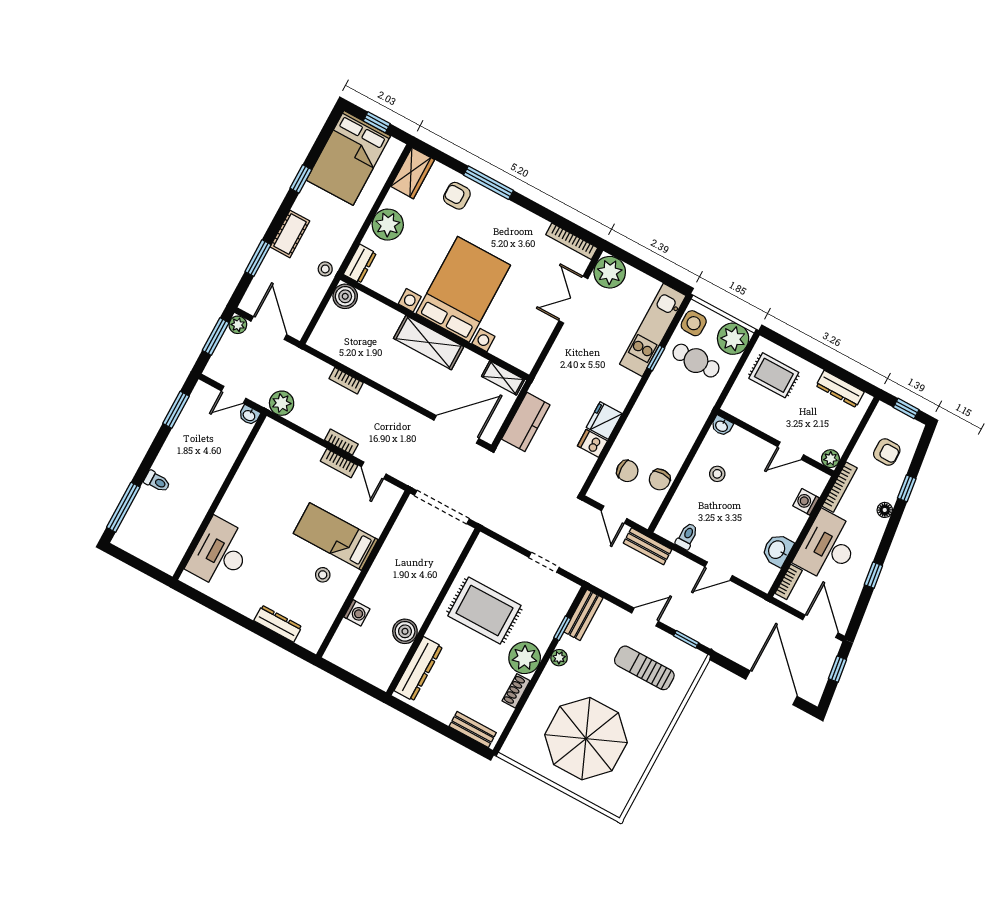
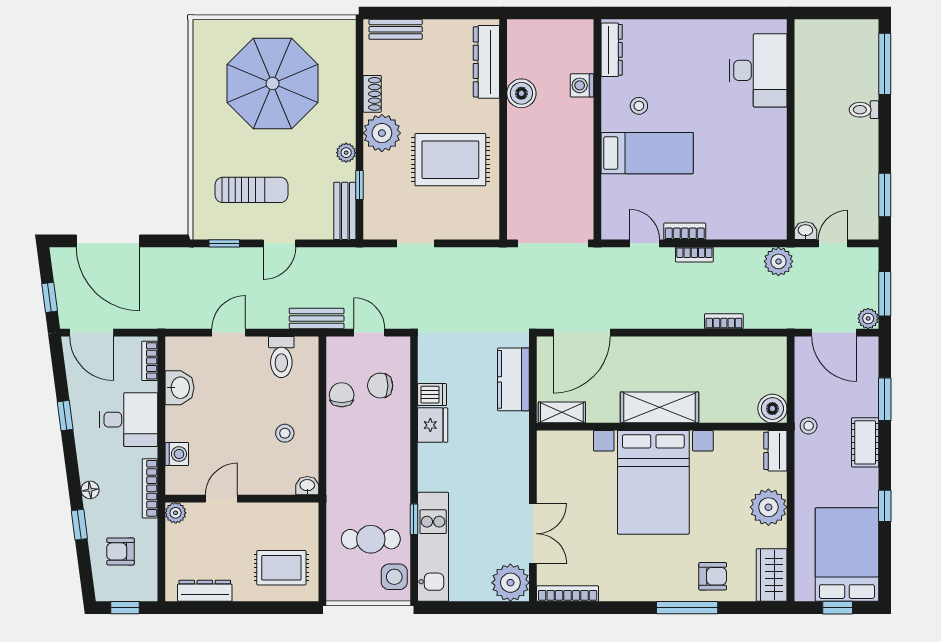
plant: (733, 339) -> (345, 583), removed
toilet: (687, 536) -> (281, 357), width x1.37, depth x1.39
desk: (828, 547) -> (129, 420), width x0.73
dresser: (278, 624) -> (612, 50), moved, turned -90

